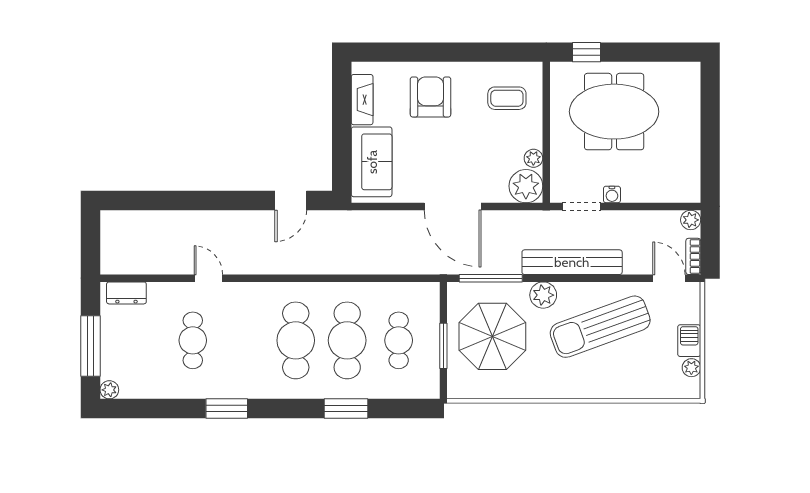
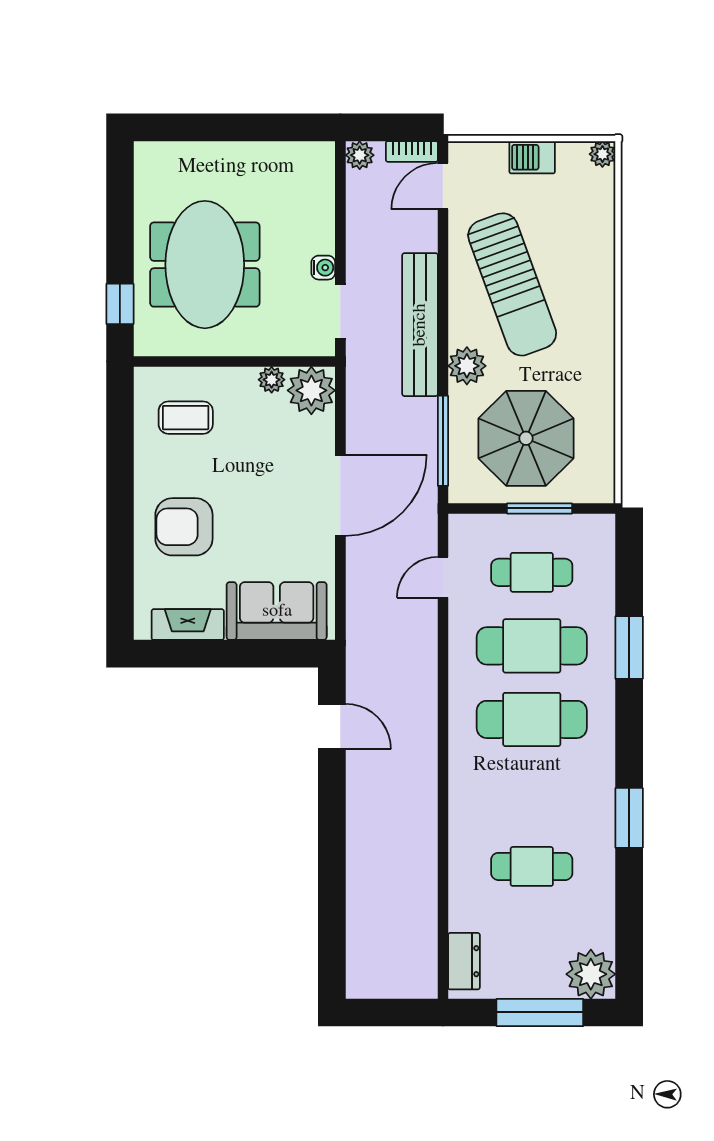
coffee table: (507, 98) -> (186, 418), turned 90
door: (208, 278) -> (443, 577), moved
plant: (691, 368) -> (602, 154), moved
plant: (109, 390) -> (591, 974), width x1.88, depth x1.88

